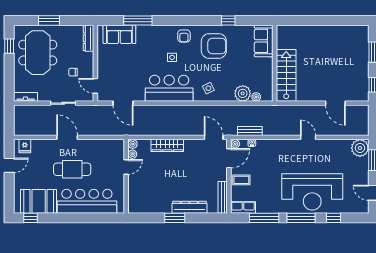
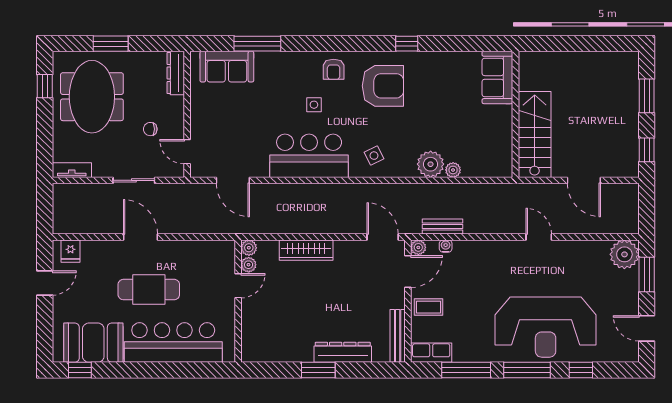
sofa: (264, 41) -> (497, 77), moved
wall: (275, 63) -> (515, 114), moved
stairs: (286, 75) -> (535, 134), moved

